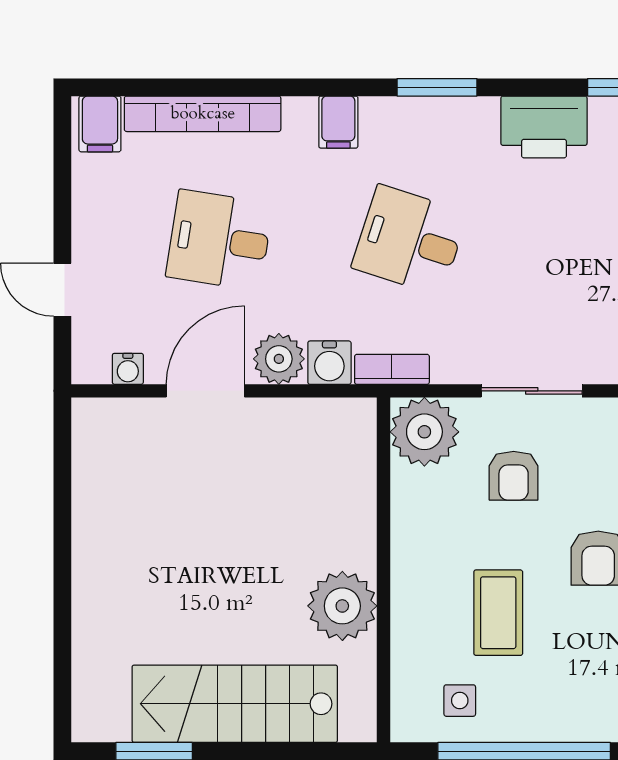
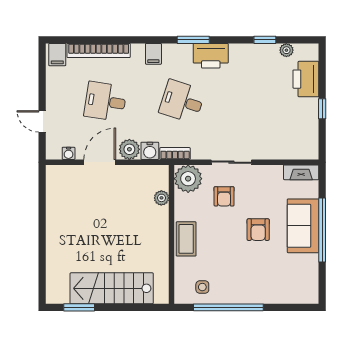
printer: (544, 127) -> (211, 56), moved
plant: (342, 606) -> (161, 198), moved, width x0.53, depth x0.53
coffee table: (498, 613) -> (186, 239), moved

